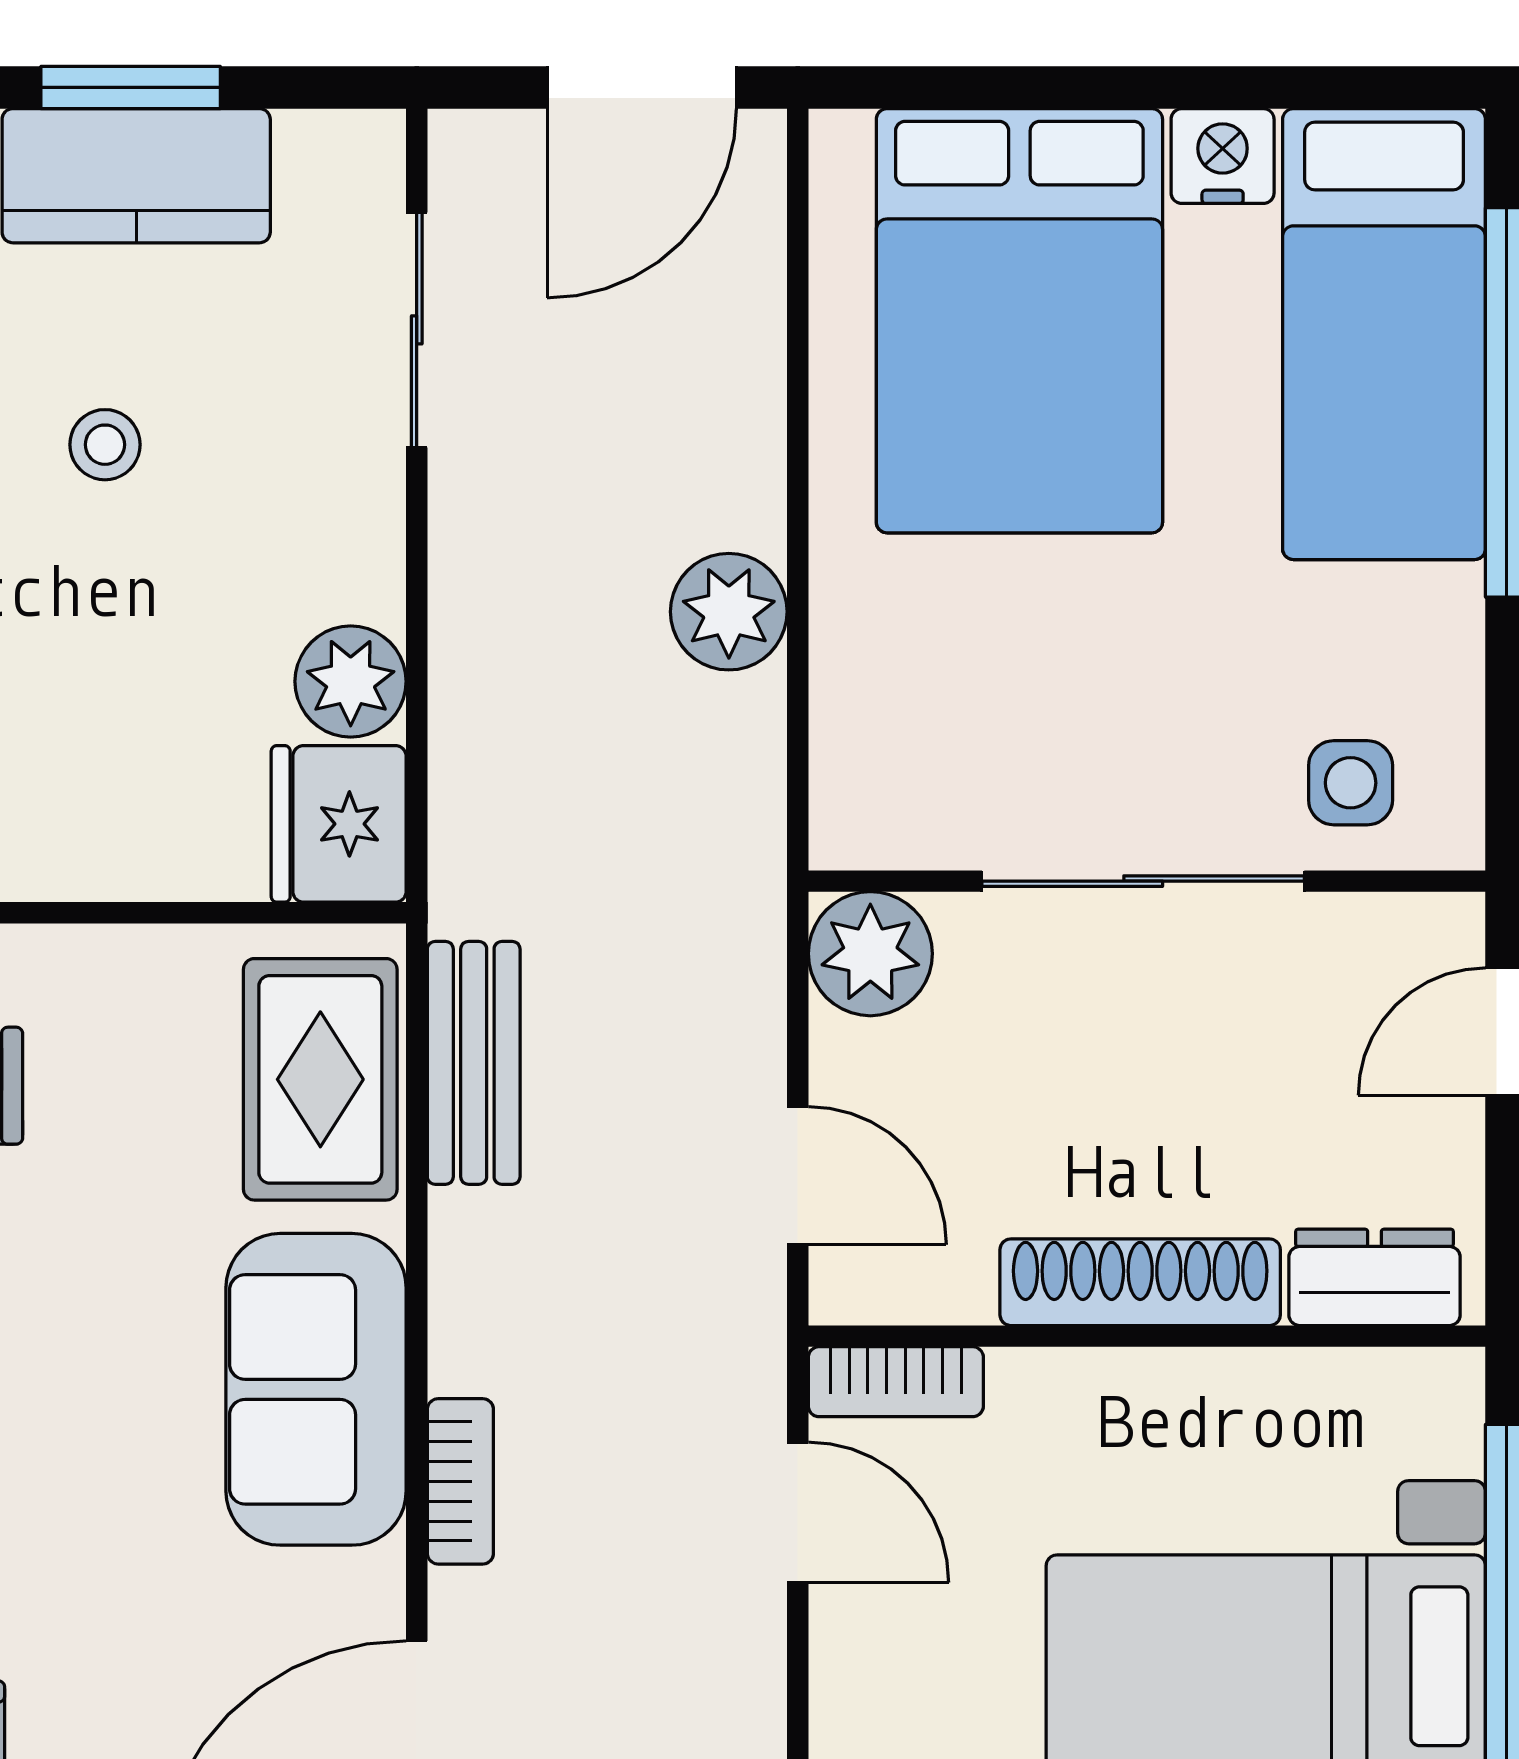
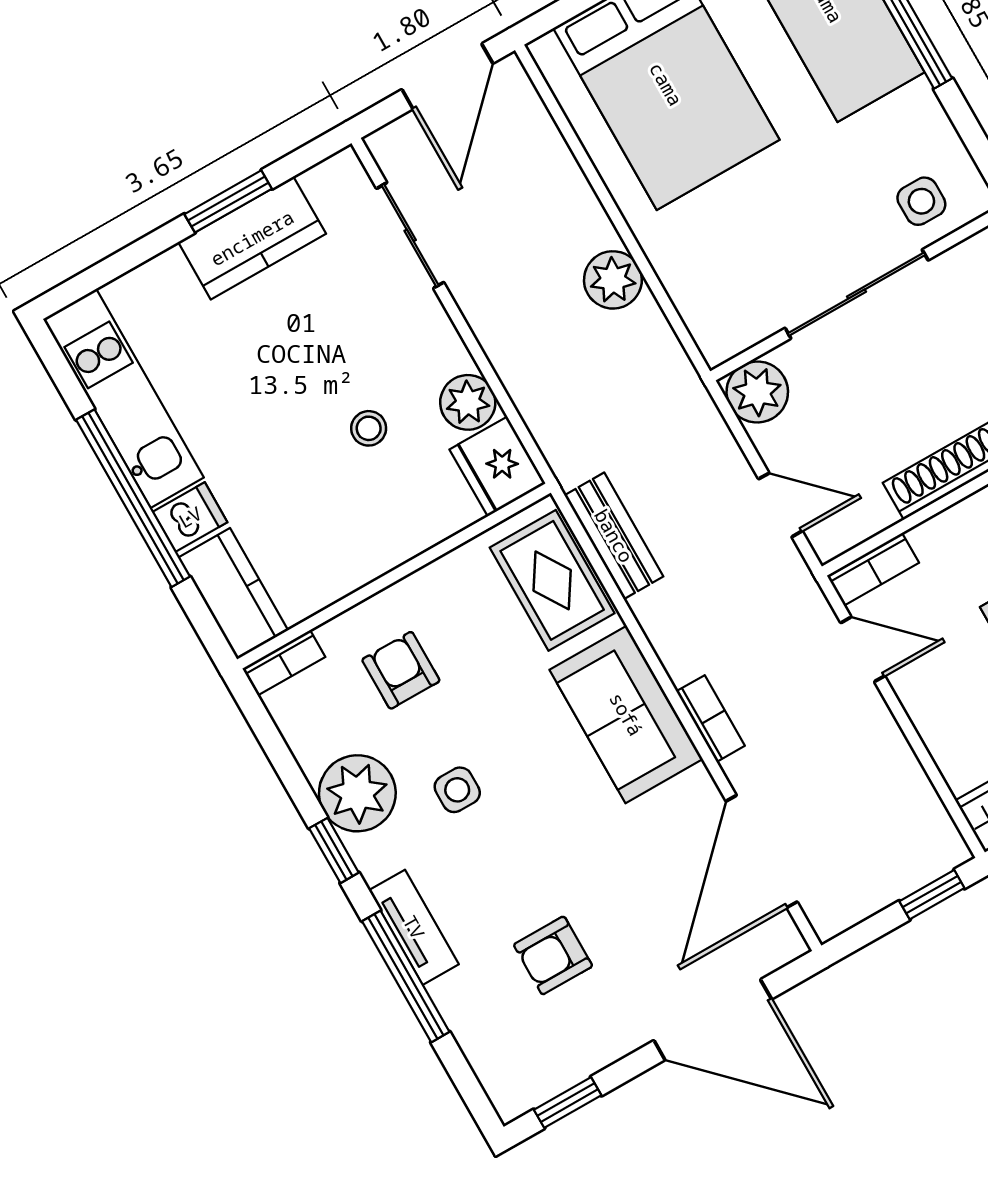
stool: (105, 445) -> (369, 428), moved

